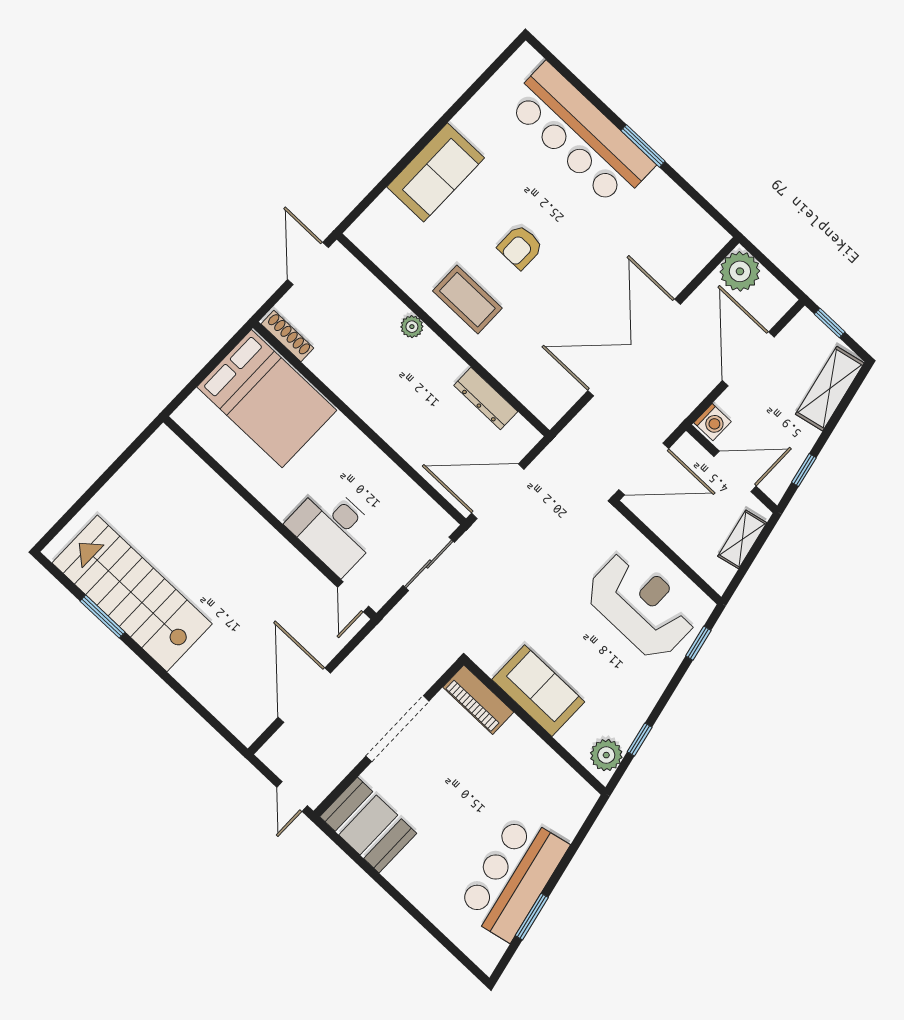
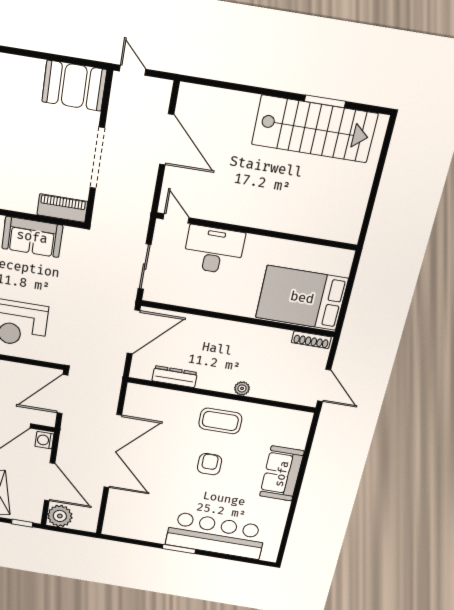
plant: (740, 271) -> (60, 516), moved

